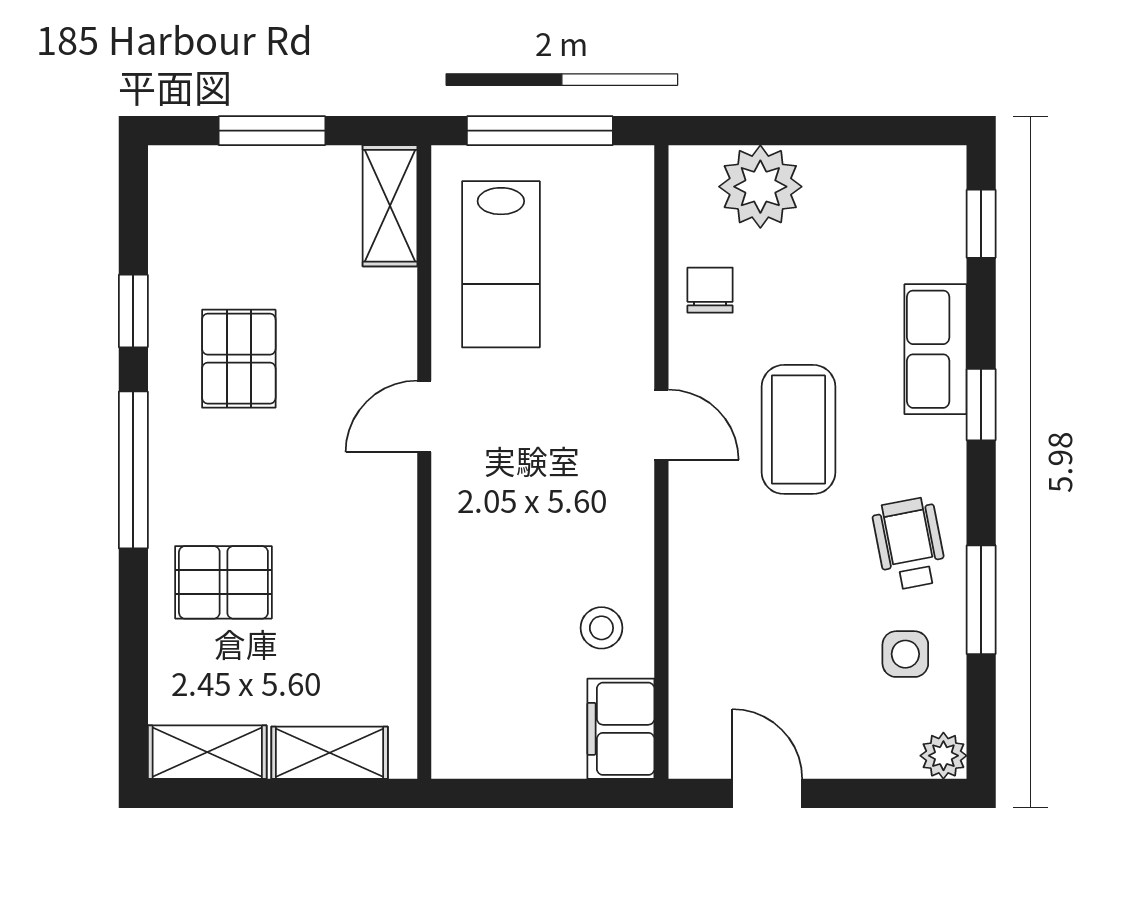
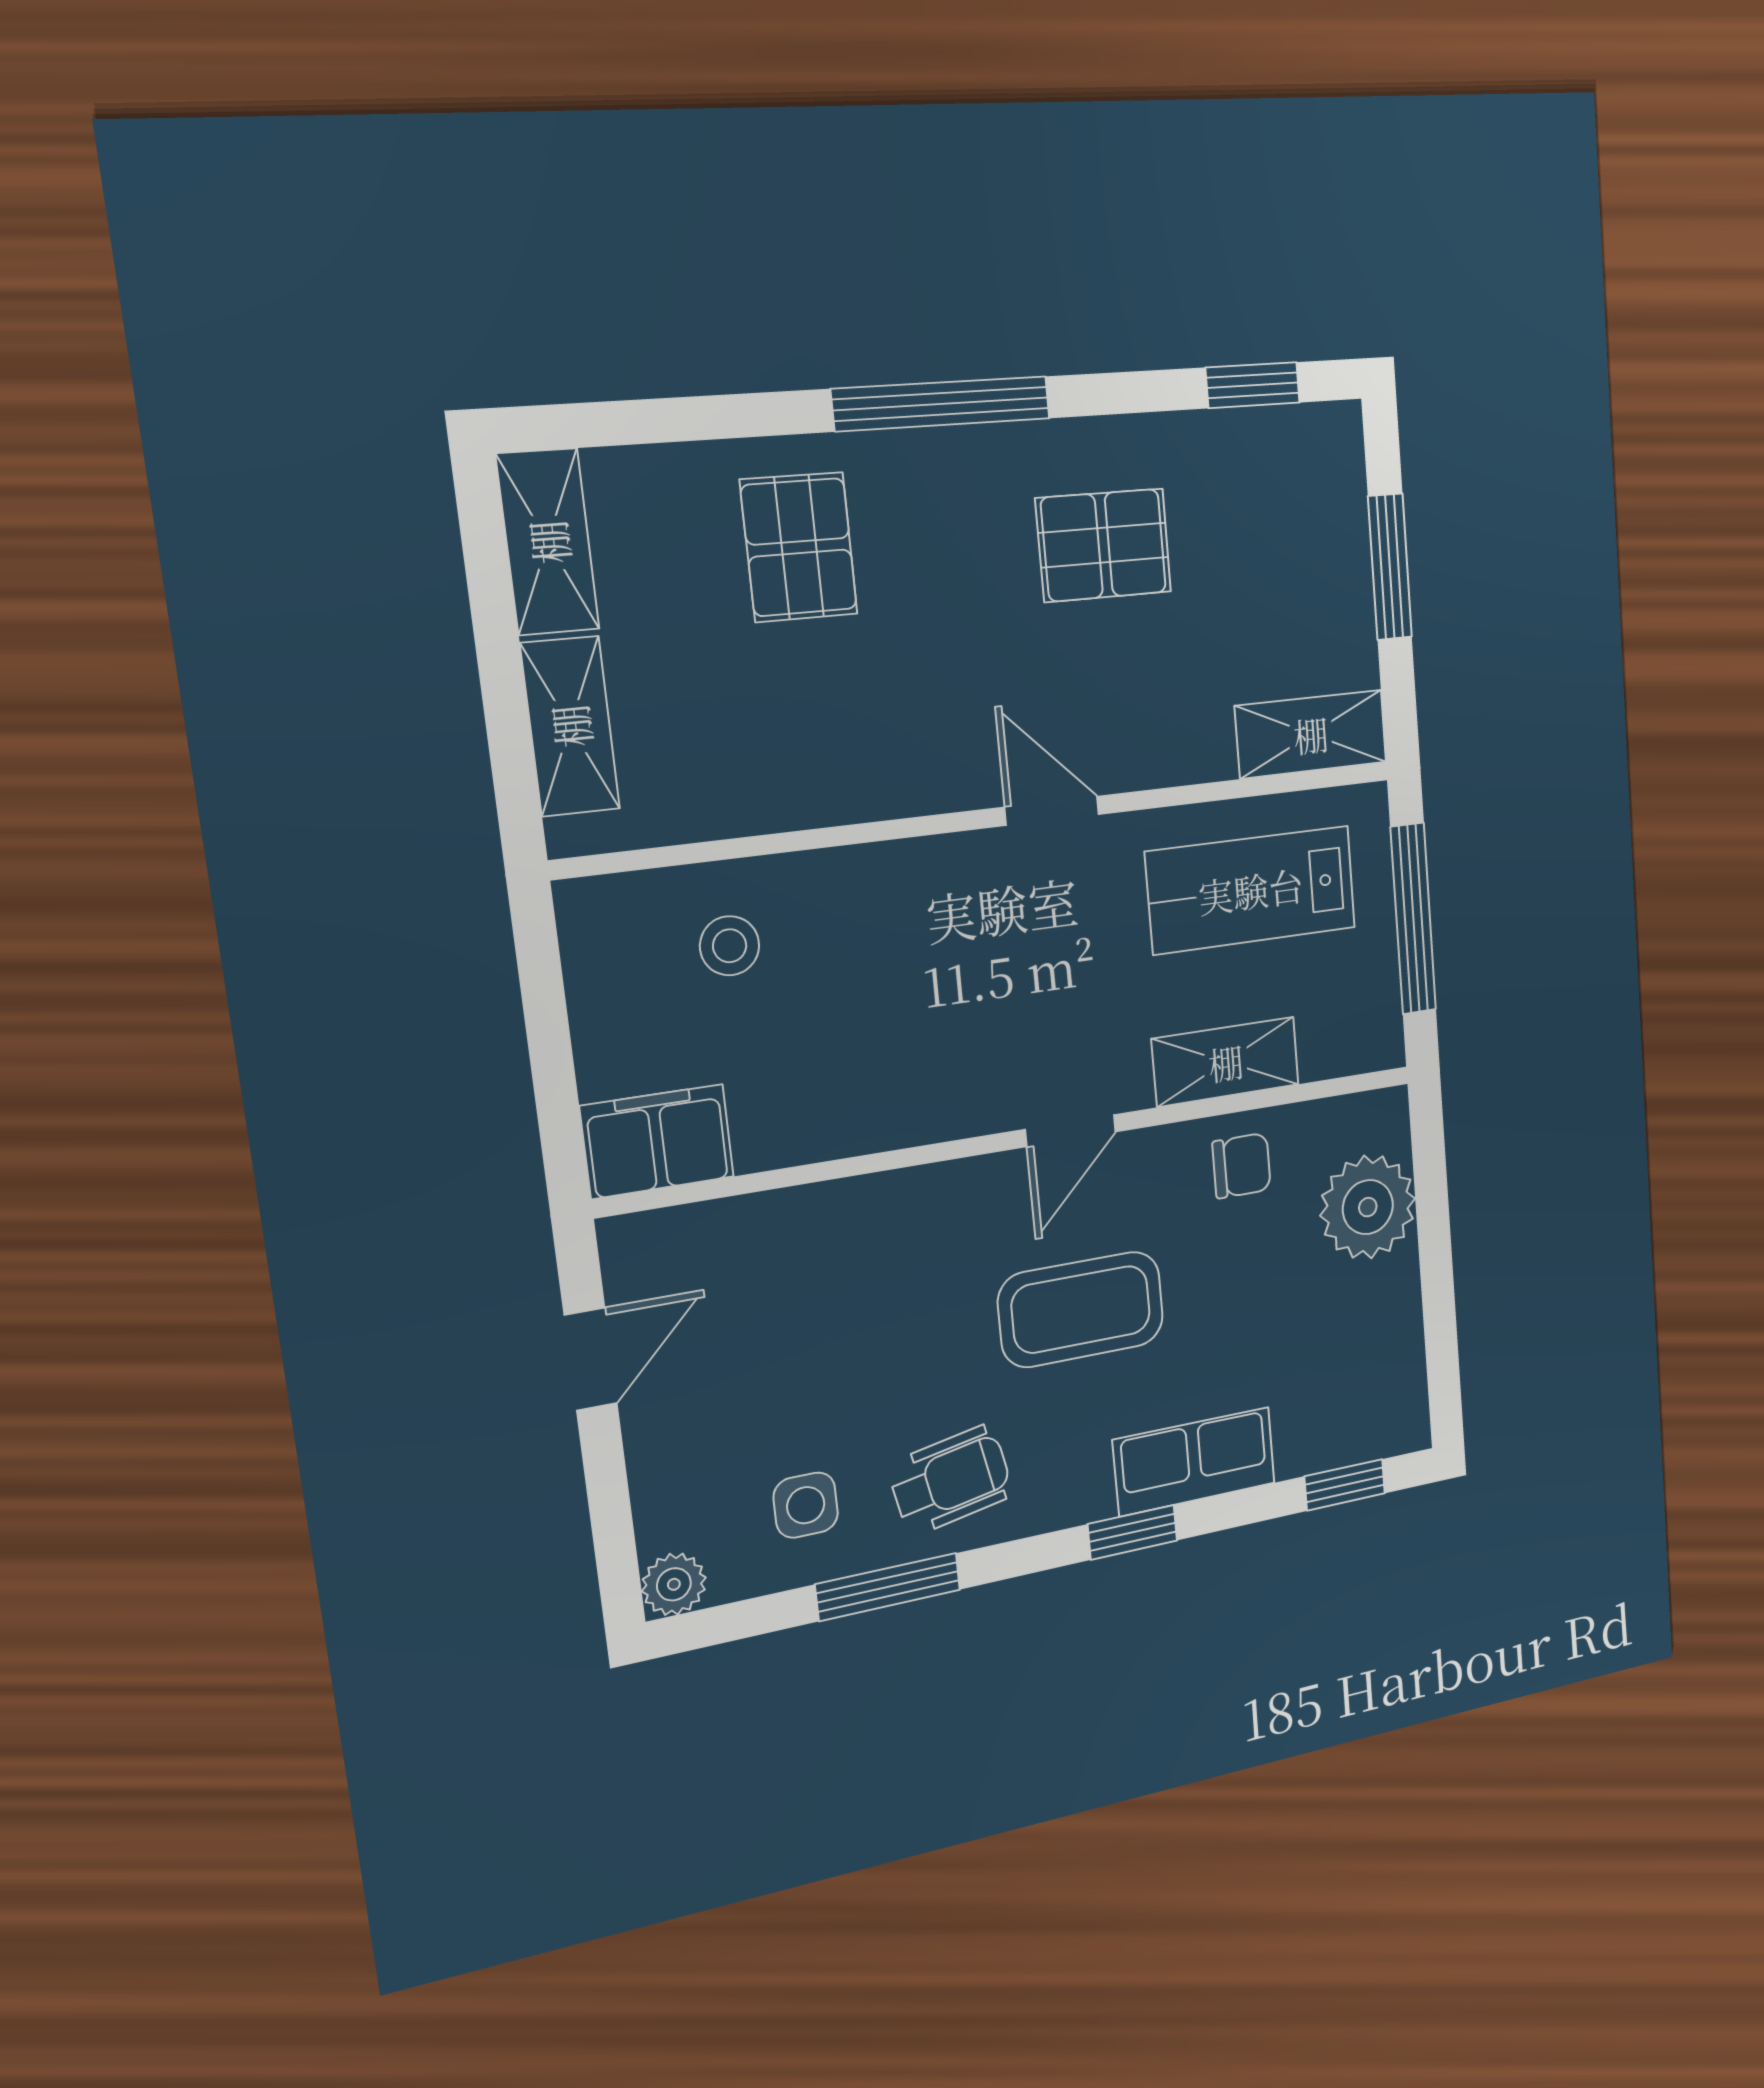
shelving: (628, 296) -> (1226, 1062), added
window: (133, 311) -> (1253, 385), moved
stool: (601, 628) -> (730, 946), moved

